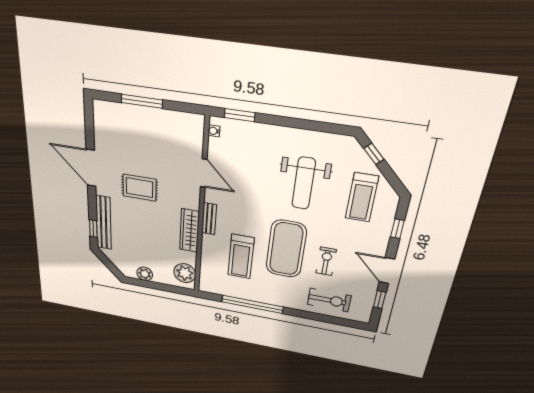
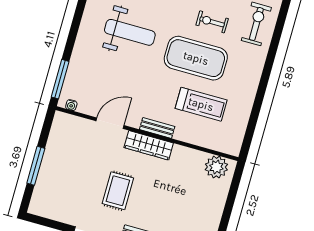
window: (240, 115) -> (60, 79), width x1.44
wardrobe: (189, 231) -> (149, 145), moved
plant: (145, 274) -> (215, 211), removed
window: (252, 304) -> (258, 103), removed

